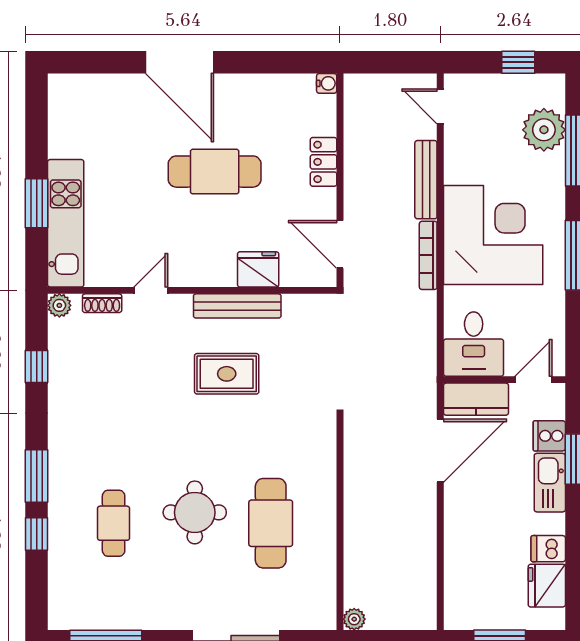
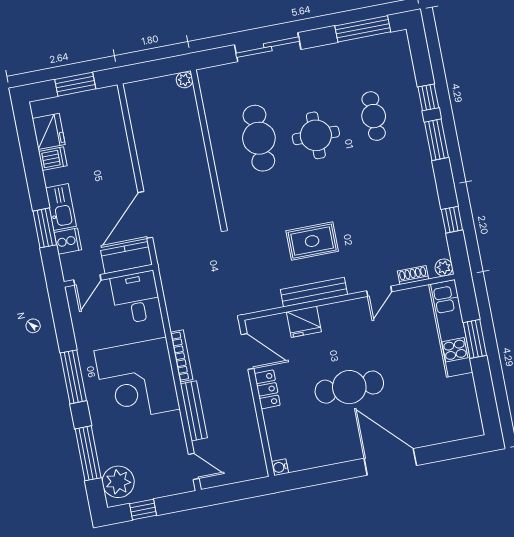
plant: (544, 130) -> (118, 482), moved
locker: (324, 162) -> (267, 389), moved

